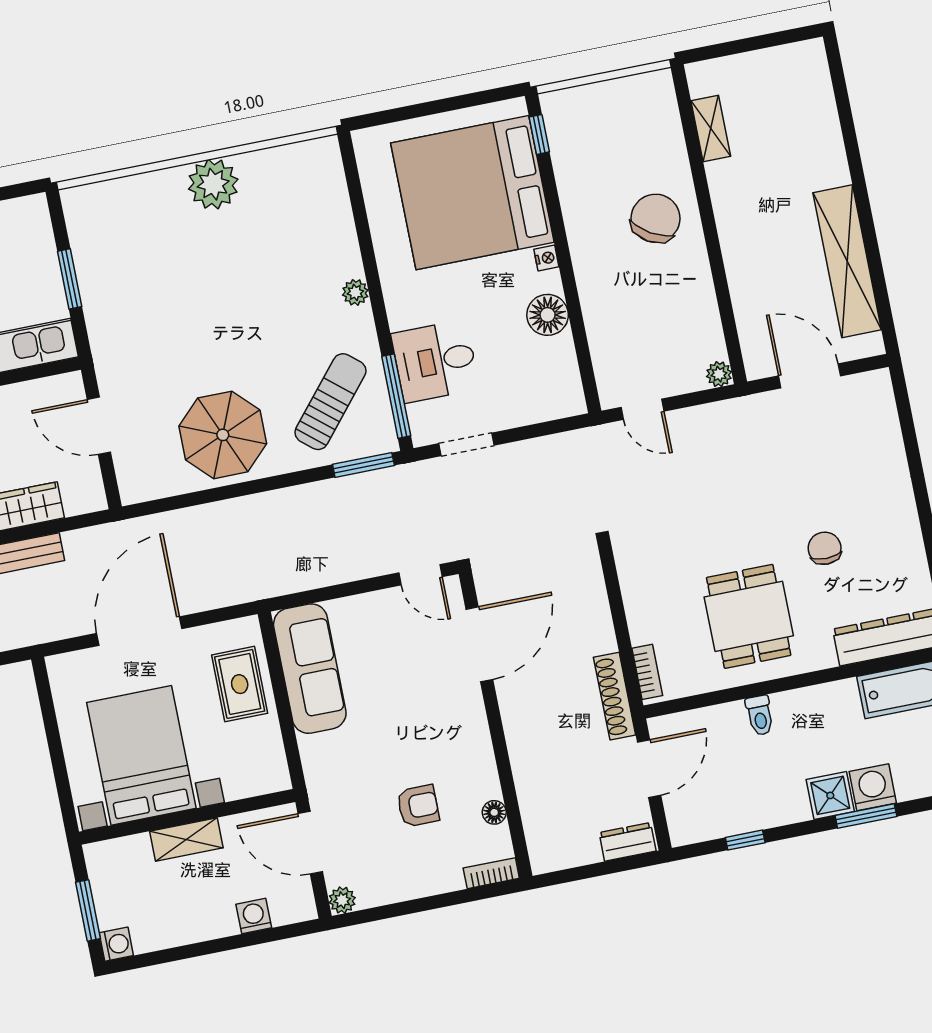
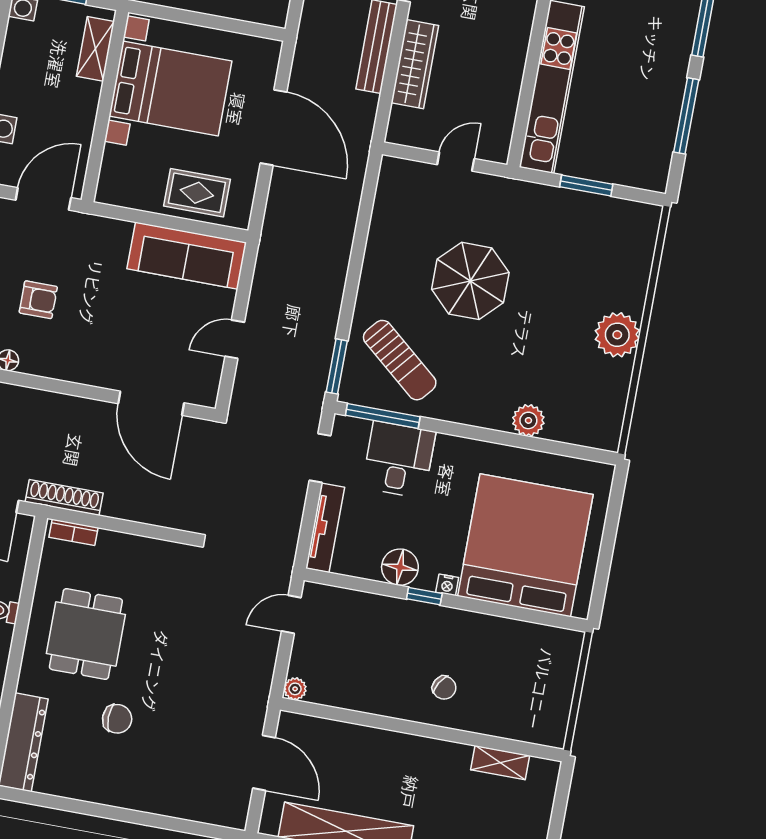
window: (539, 134) -> (424, 596), moved
chair: (655, 218) -> (444, 688), width x0.54, depth x0.54
plant: (355, 292) -> (528, 420), moved, width x1.38, depth x1.38
door: (810, 376) -> (264, 763), hinge flipped
tv unit: (538, 410) -> (325, 528), added
door: (99, 426) -> (456, 162), width x0.73
parasol: (223, 435) -> (470, 281), moved
door: (420, 575) -> (235, 339), moved
dining table: (749, 616) -> (86, 634), turned 90
armchair: (418, 806) -> (38, 300), turned -90
shelving: (186, 840) -> (95, 49), moved

